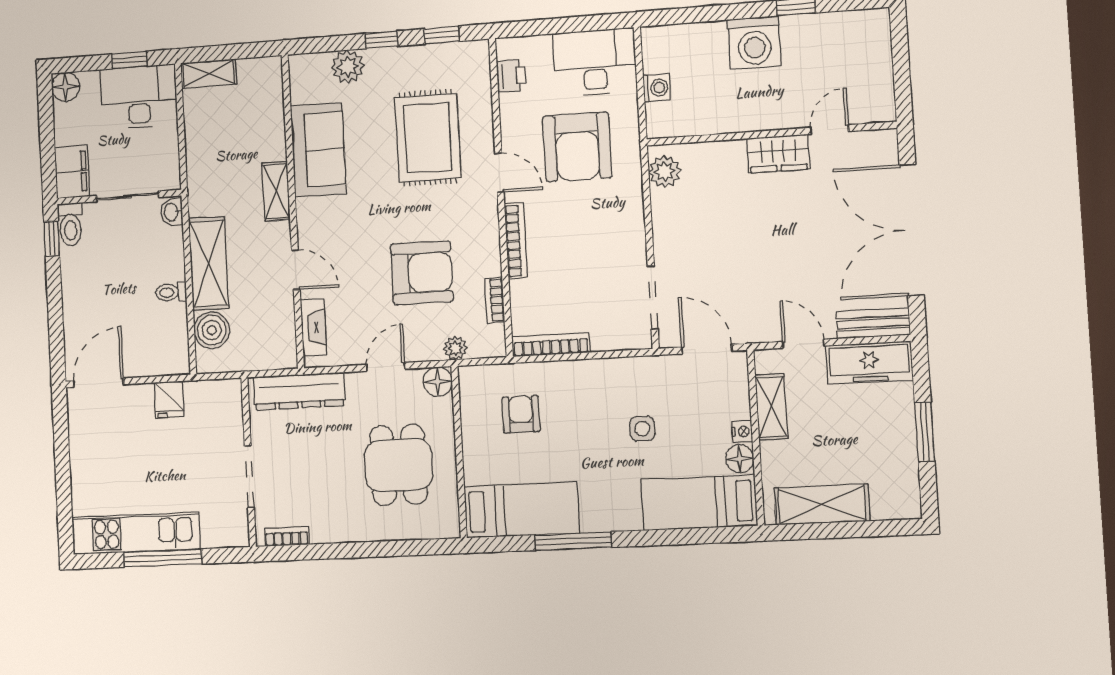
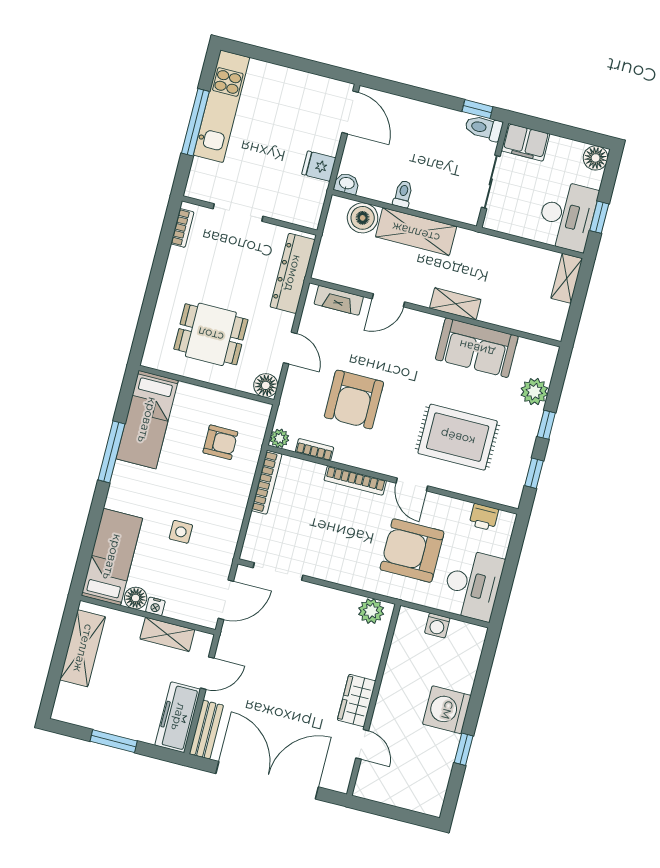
door: (499, 173) -> (412, 484), hinge flipped
washbasin: (172, 212) -> (347, 184), moved
plant: (455, 348) -> (279, 438), moved

